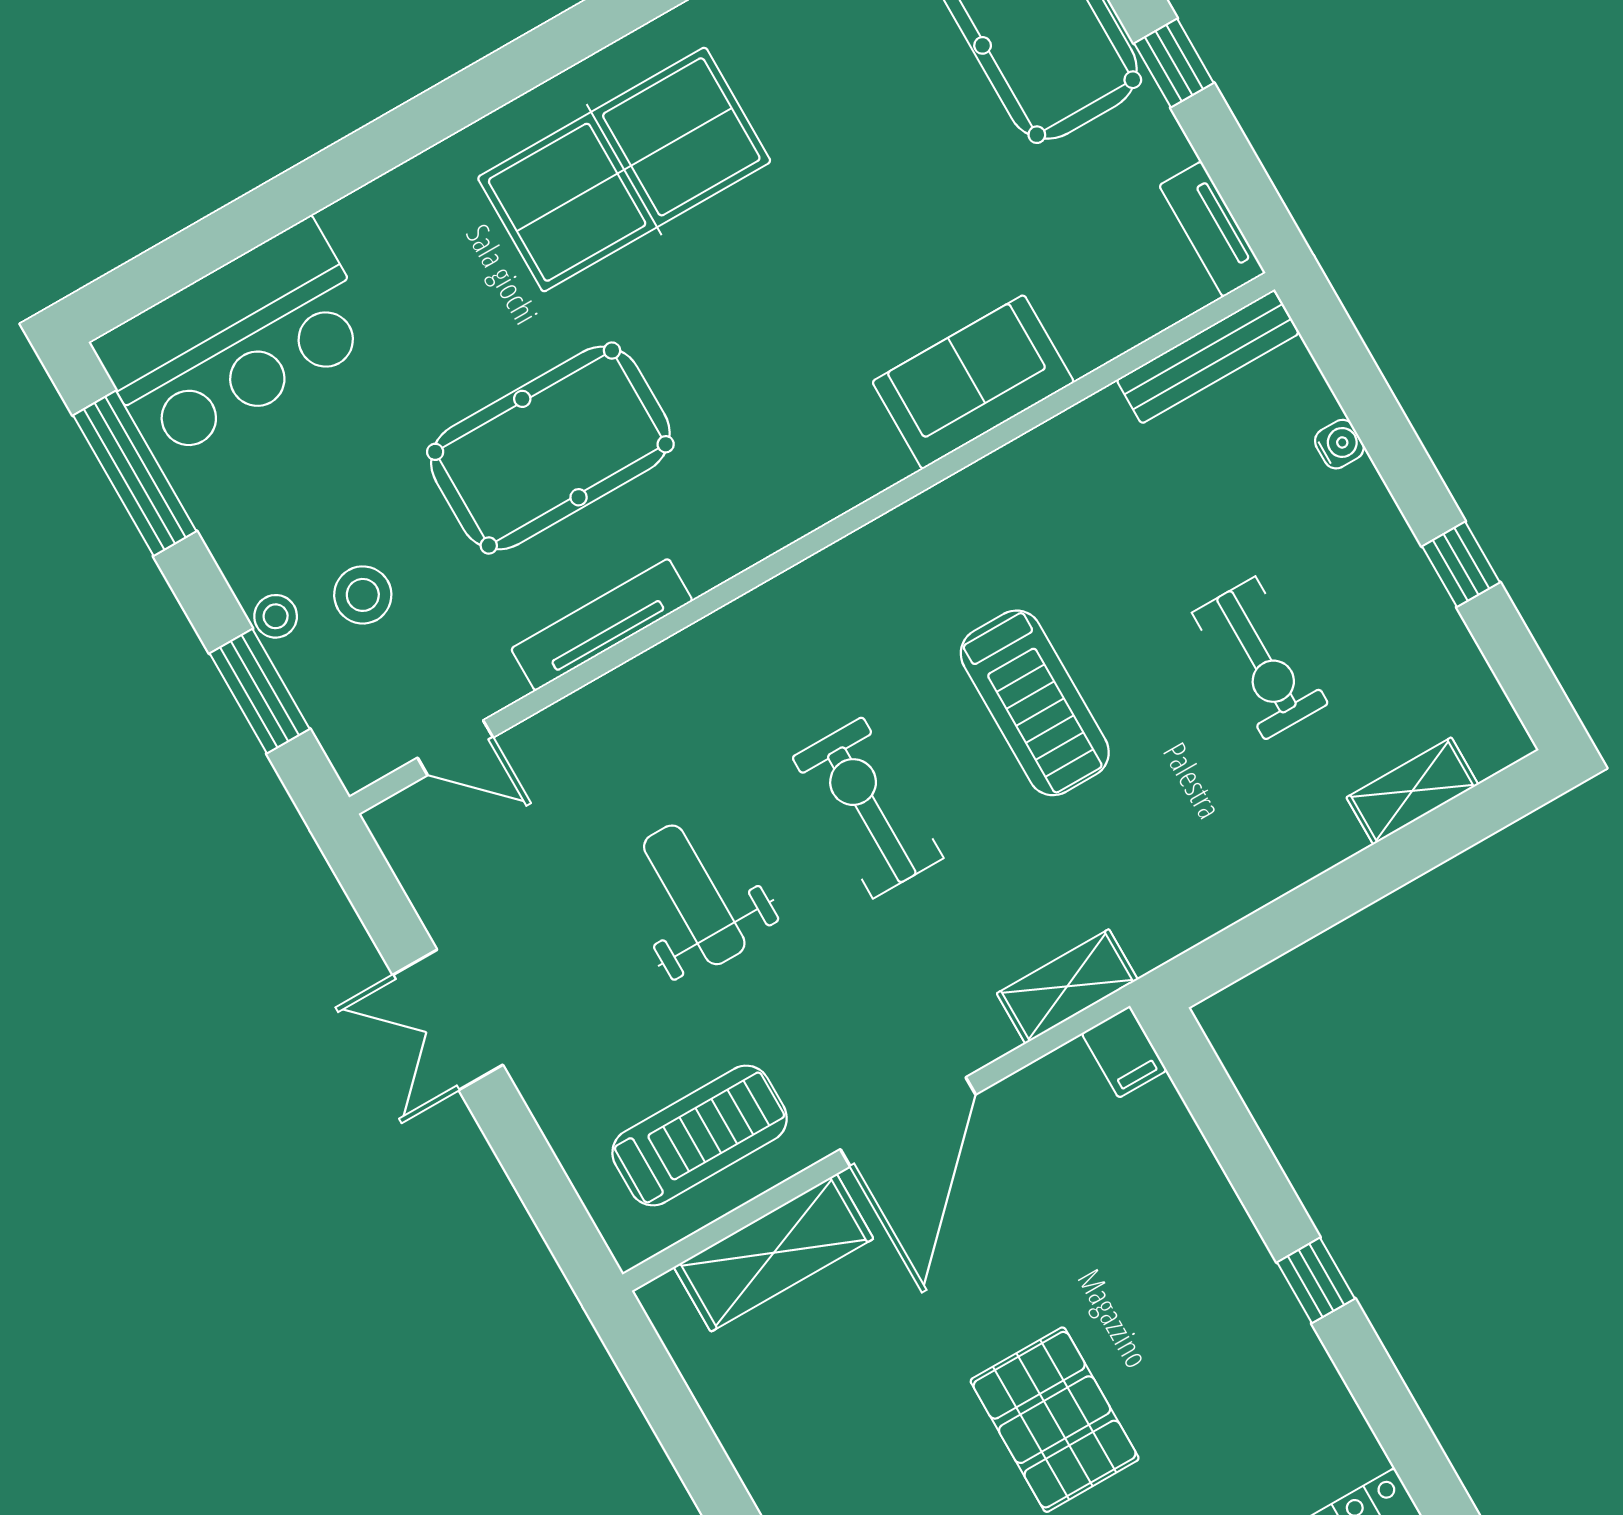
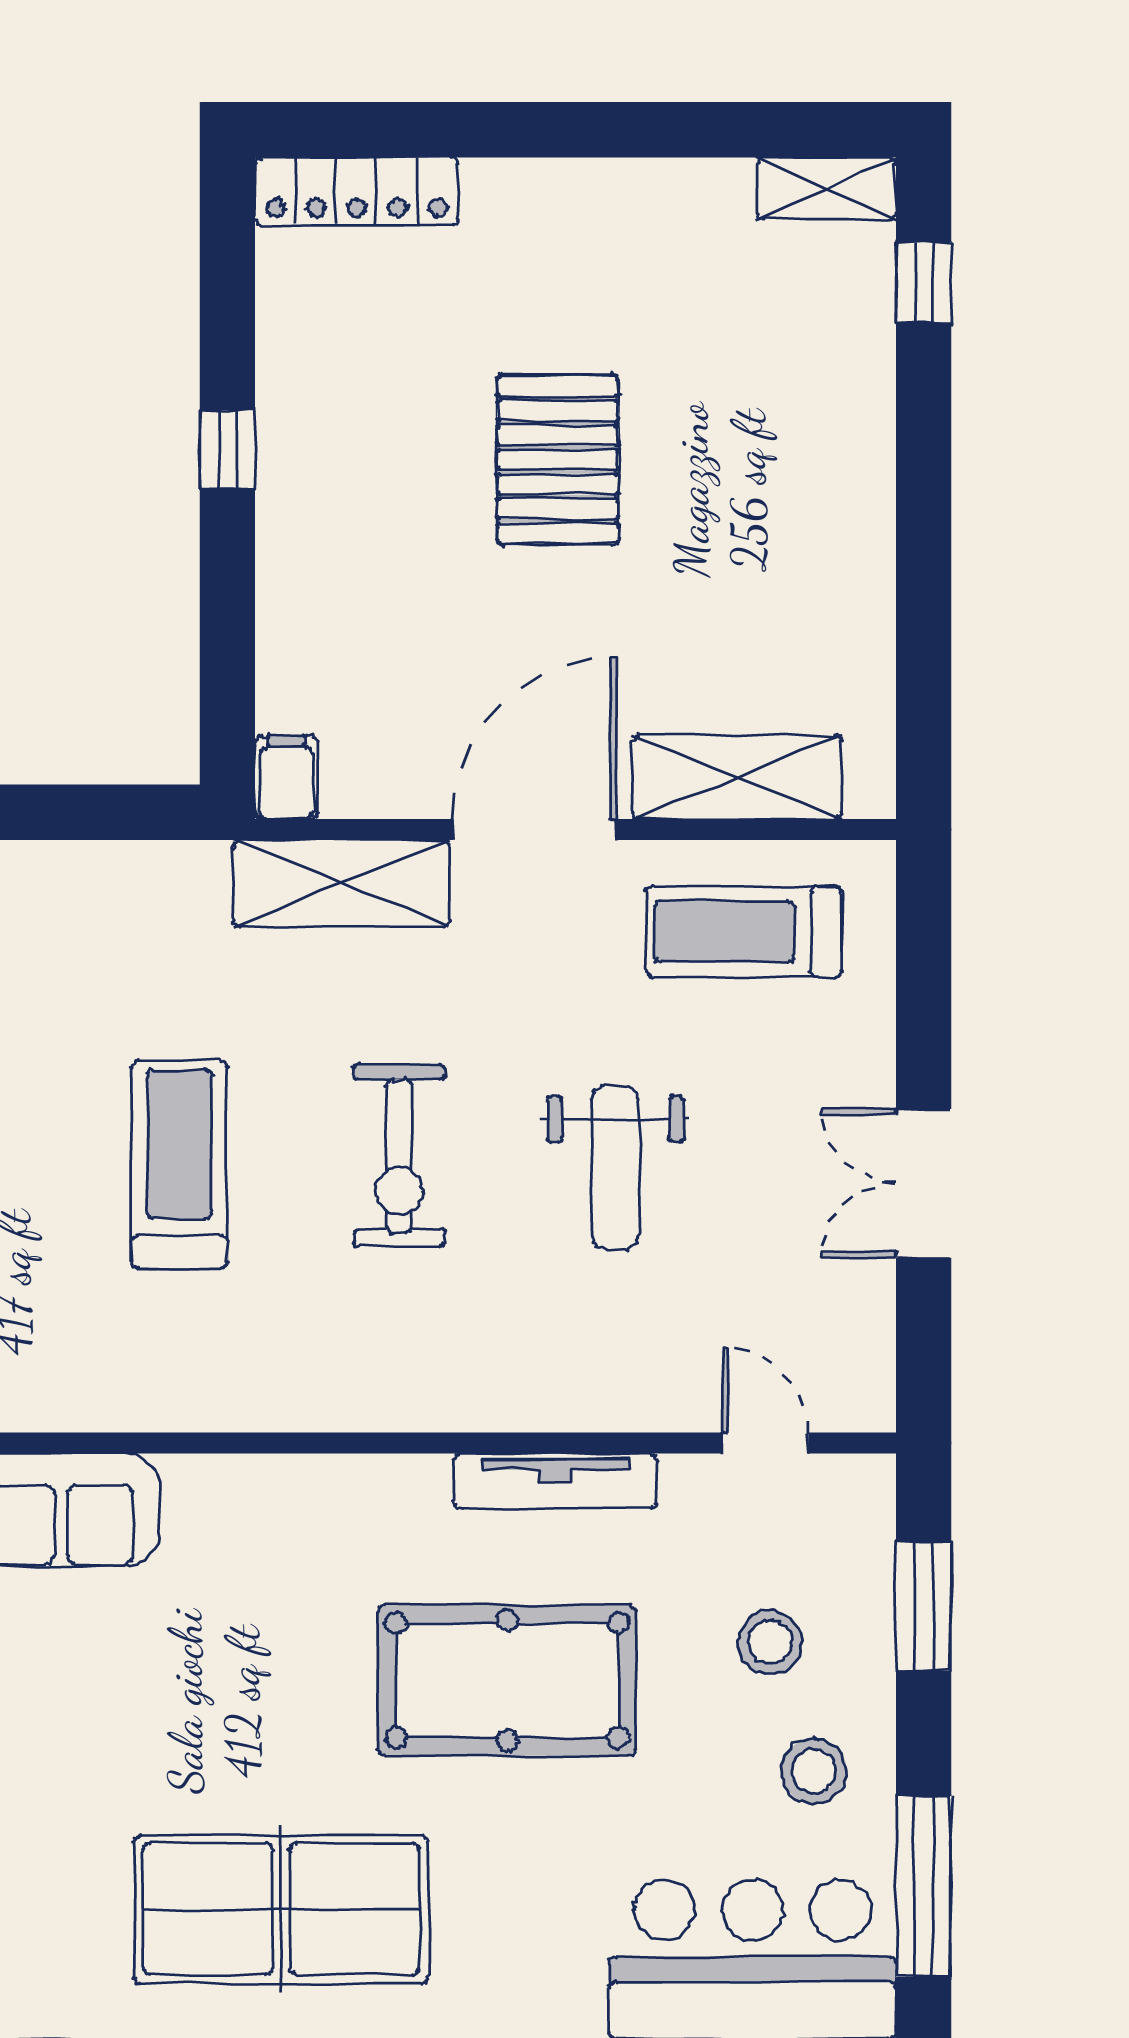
stool: (276, 616) -> (814, 1771), moved, width x1.37, depth x1.37
shelving: (1067, 986) -> (341, 883), width x1.50, depth x1.33
double door: (448, 1020) -> (924, 1183), swing flipped

